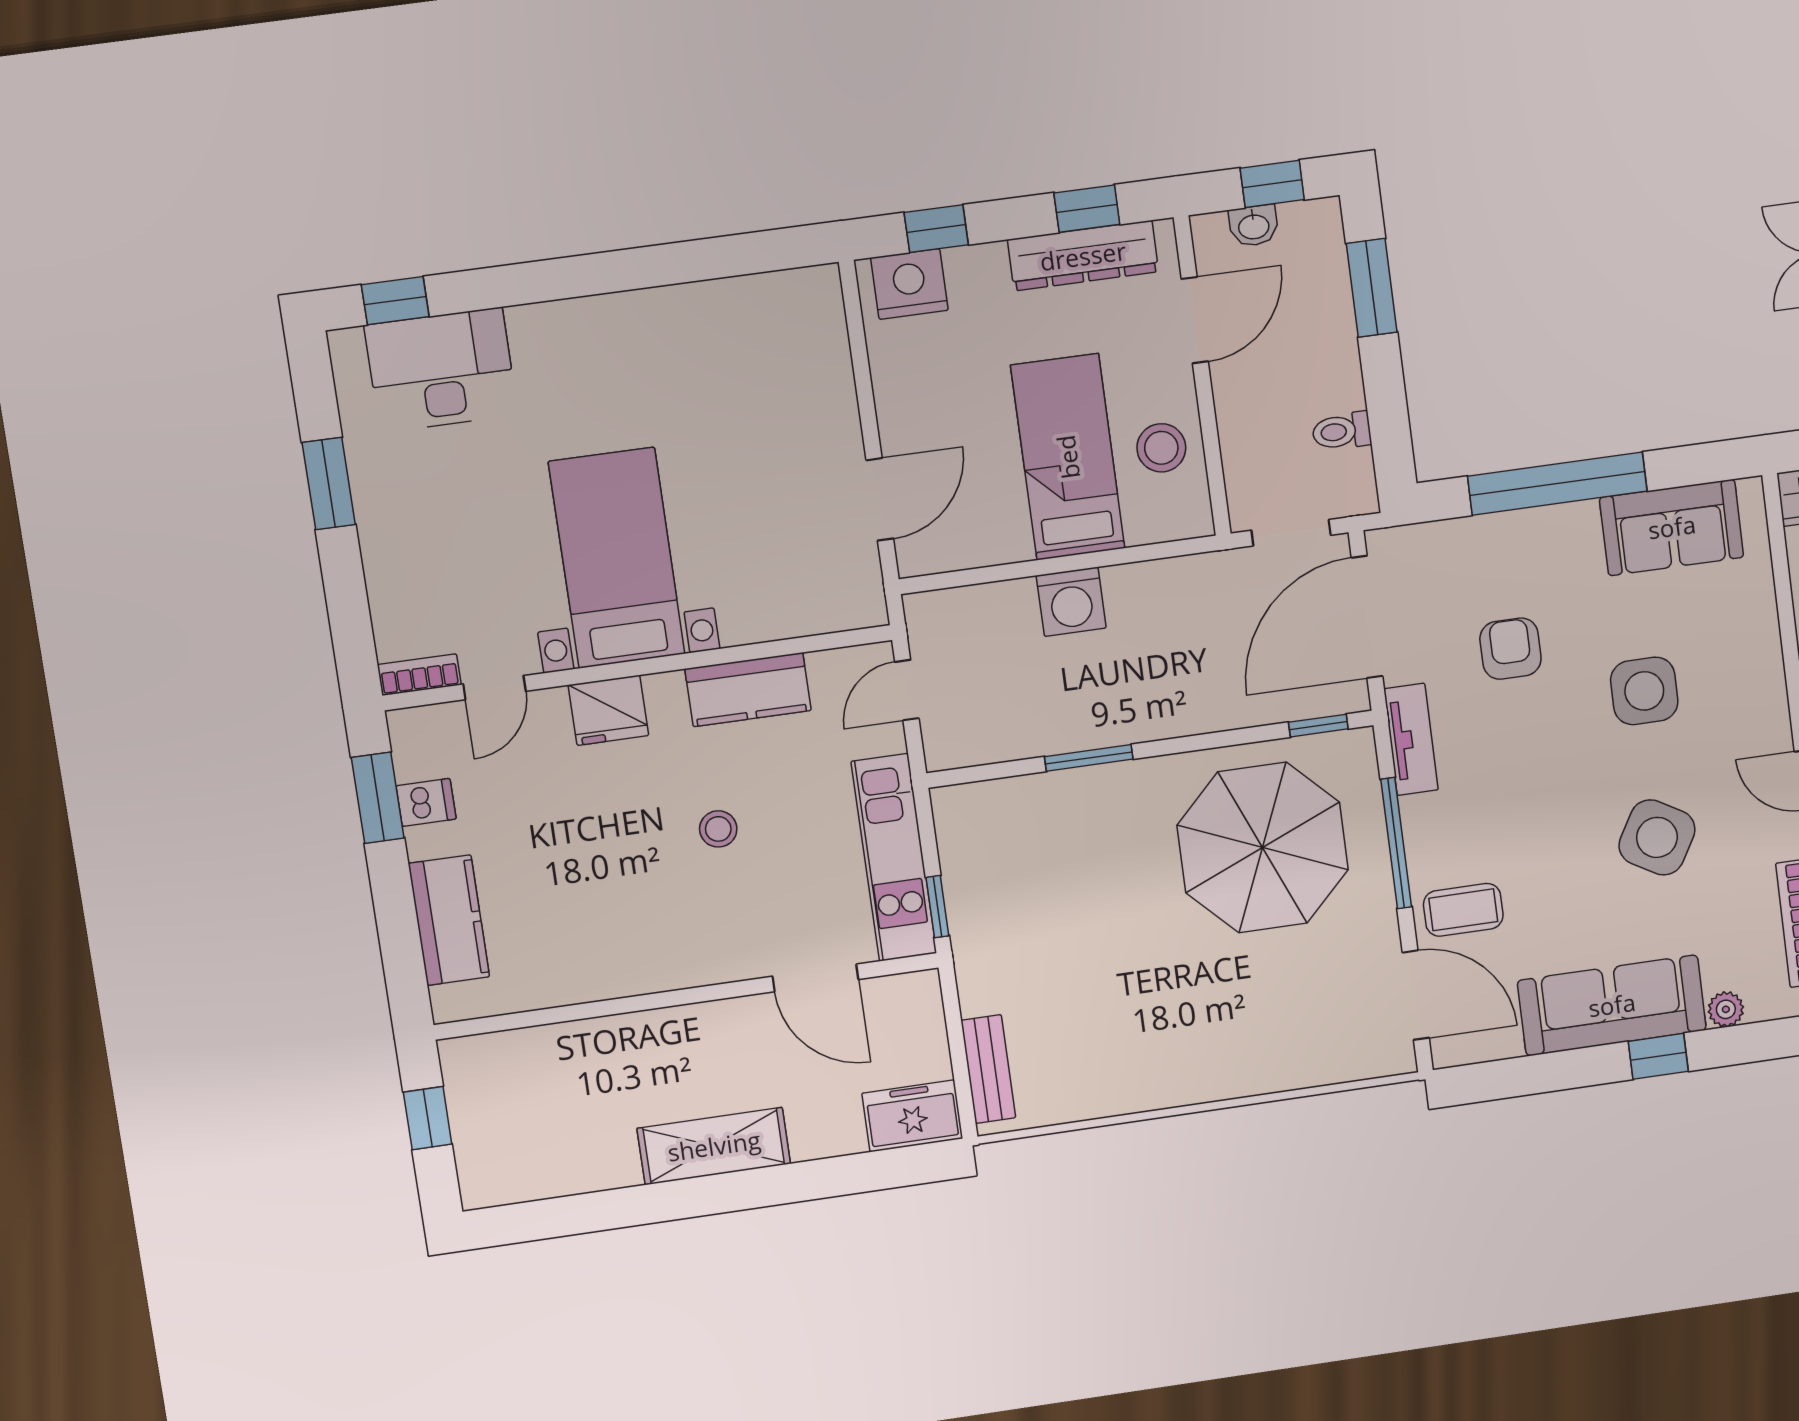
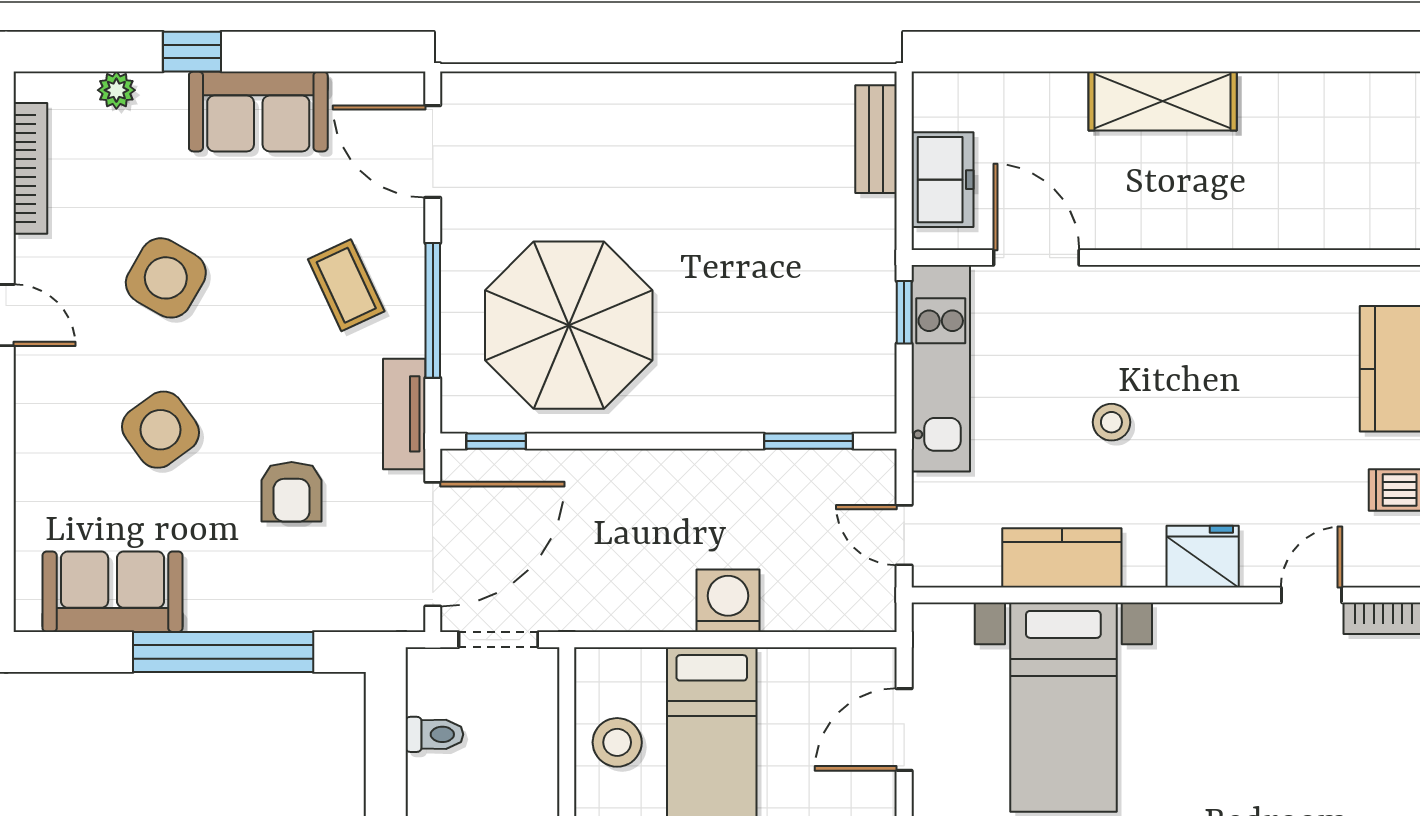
bed with nightstands: (617, 558) -> (1063, 707), moved
door: (907, 690) -> (904, 535), swing flipped
side table: (1644, 691) -> (161, 430), turned -36
window: (1089, 758) -> (809, 441), moved
coffee table: (1463, 910) -> (346, 285), moved, turned 65
sofa: (1612, 1005) -> (258, 112), width x0.73
freezer: (912, 1116) -> (943, 180), moved, turned -90

